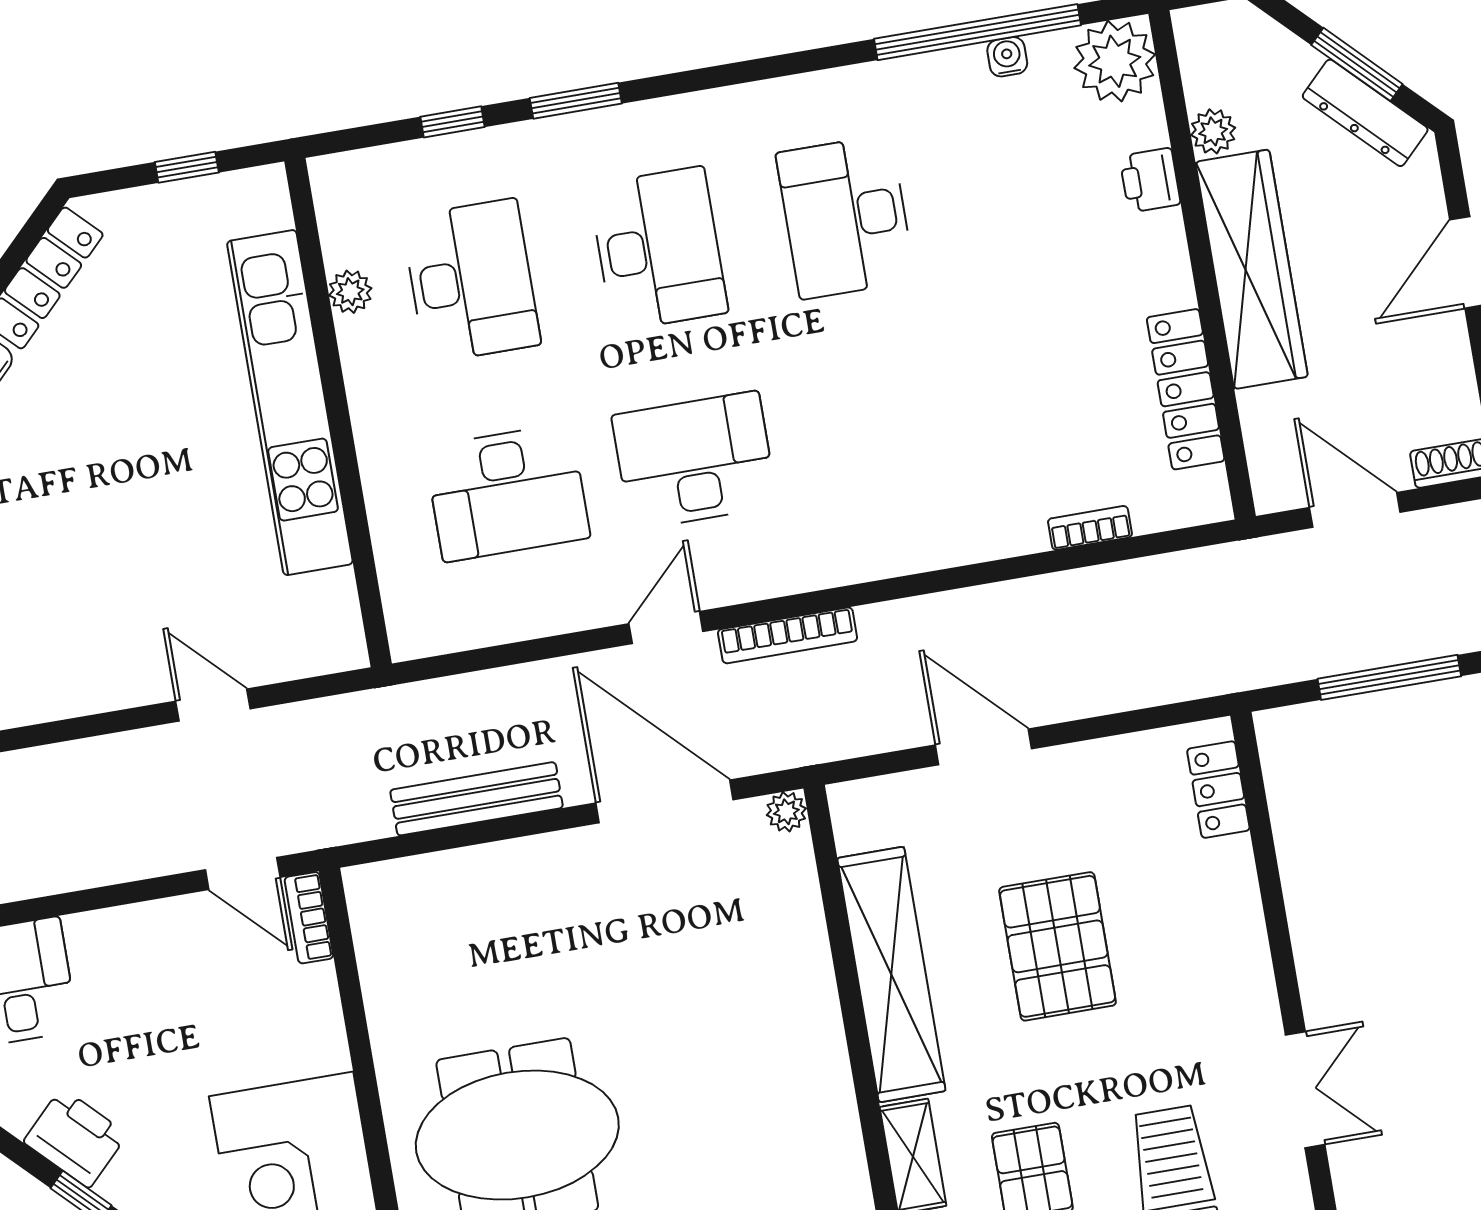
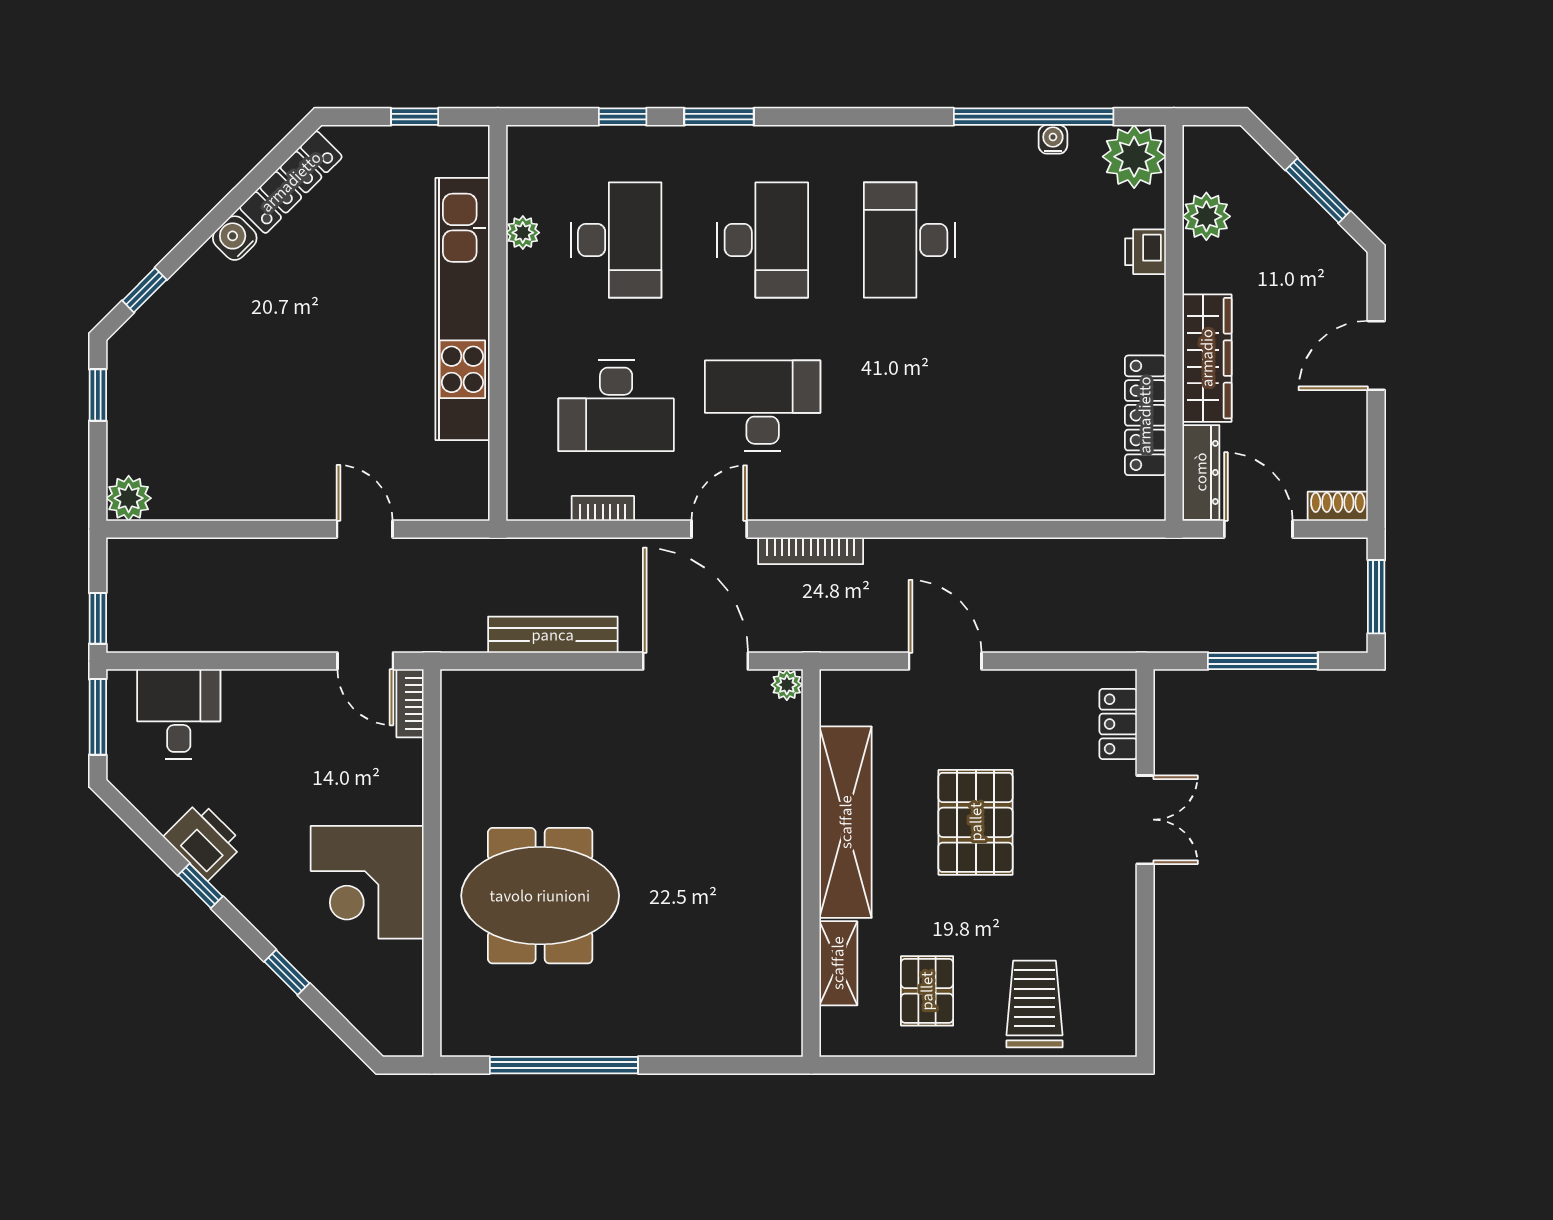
dresser: (1365, 113) -> (1201, 472), moved, turned -135
plant: (1213, 131) -> (1206, 216), width x1.38, depth x1.38
wardrobe: (1252, 269) -> (1207, 358), width x0.71, depth x0.85
bookcase: (1090, 528) -> (603, 508), moved
double door: (1305, 1090) -> (1145, 820), moved

